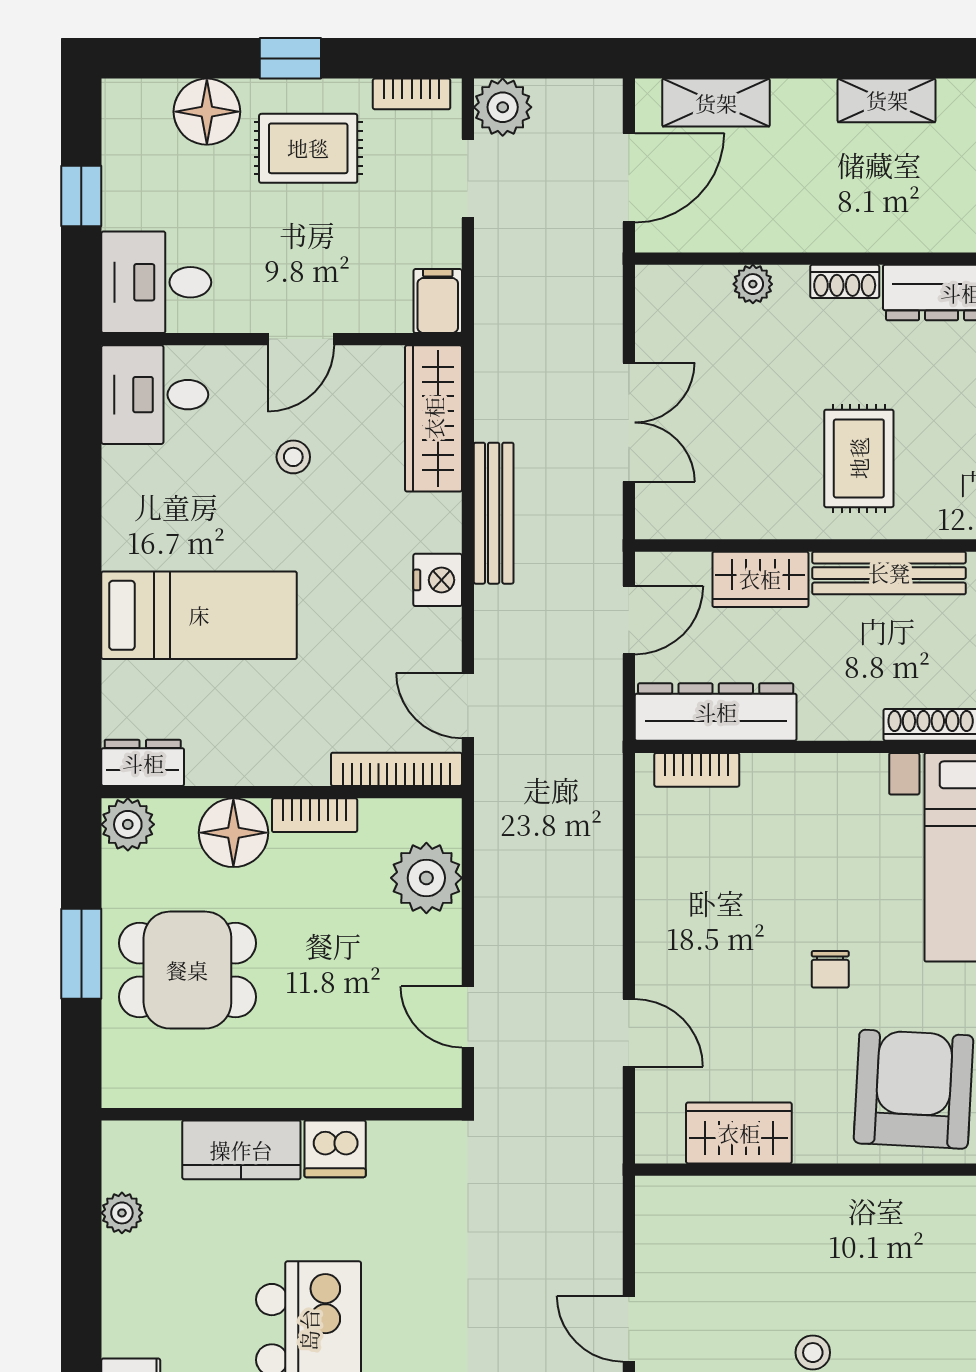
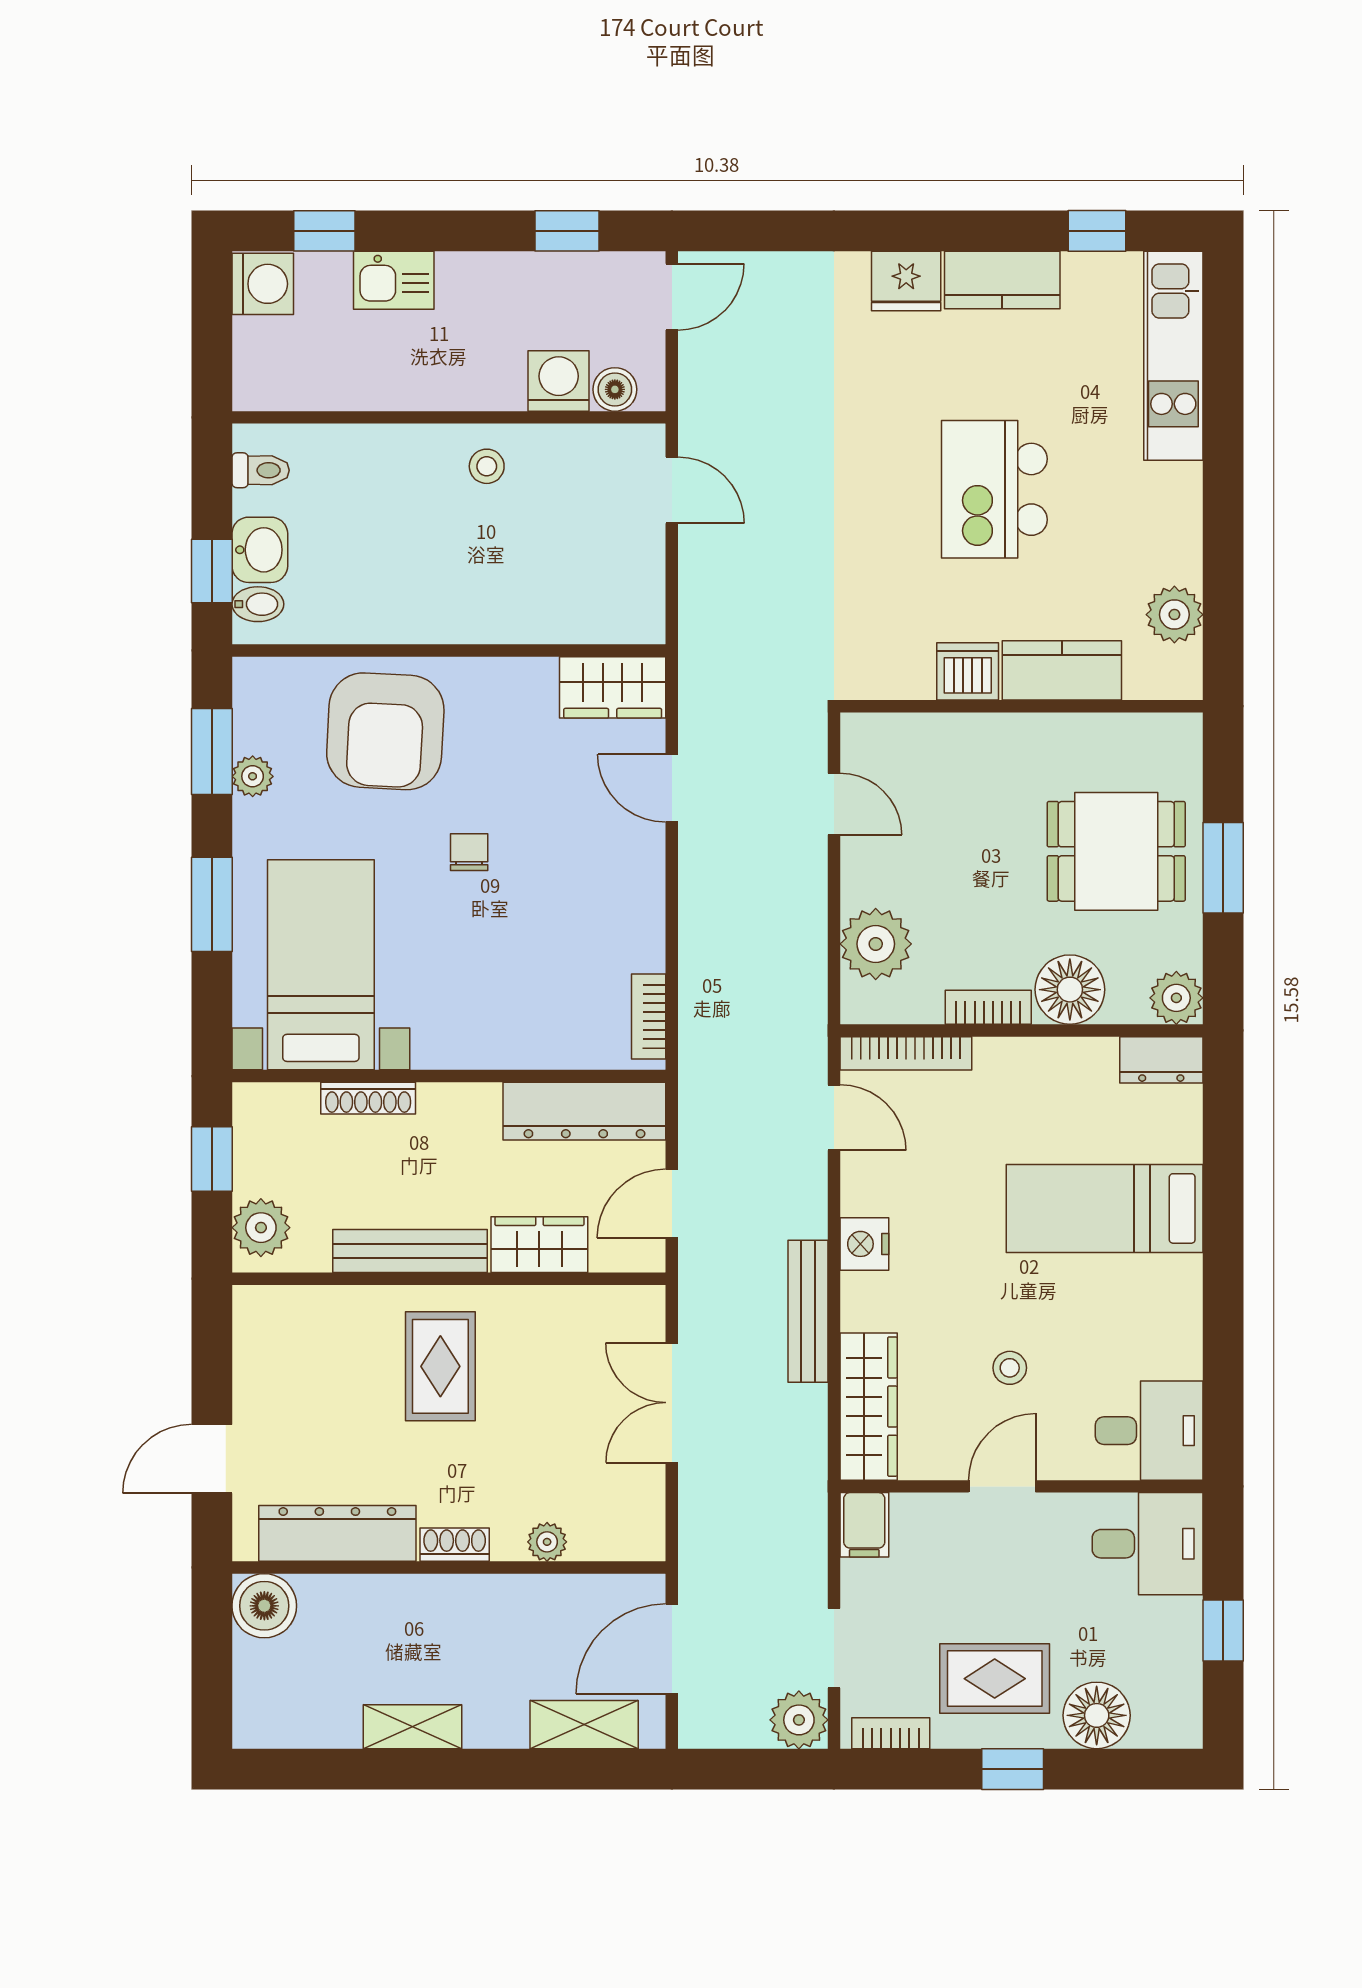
bookcase: (697, 770) -> (649, 1017), moved, turned -90
wardrobe: (739, 1133) -> (613, 687), moved
plant: (122, 1213) -> (1174, 615), width x1.38, depth x1.38

